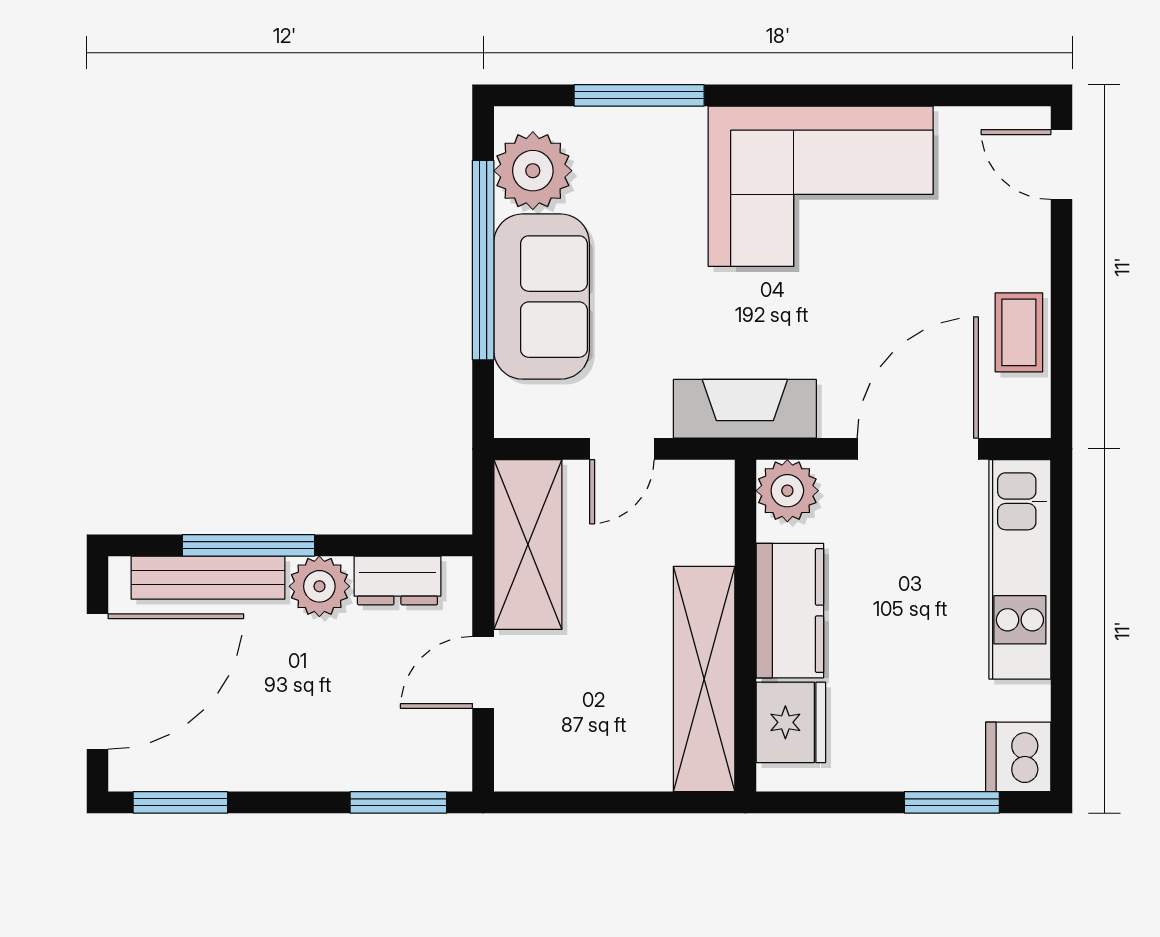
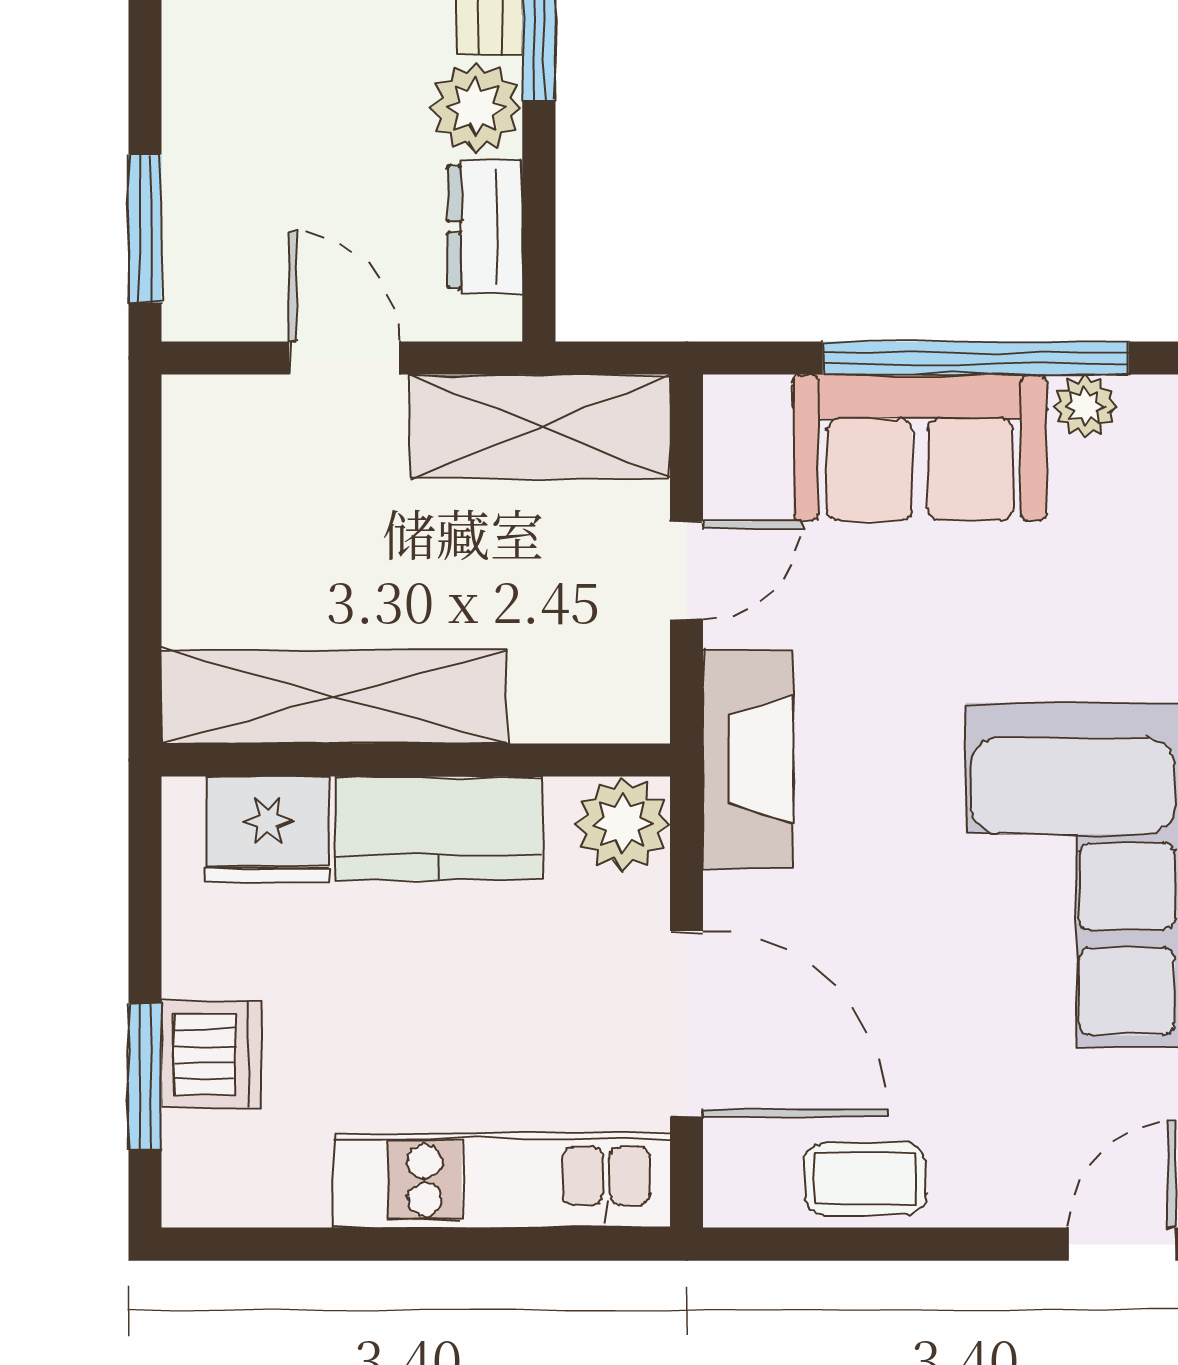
plant: (533, 171) -> (1085, 406), width x0.53, depth x0.53
door: (622, 449) -> (687, 571), swing flipped
dishwasher: (1018, 757) -> (211, 1055), moved, turned 90

